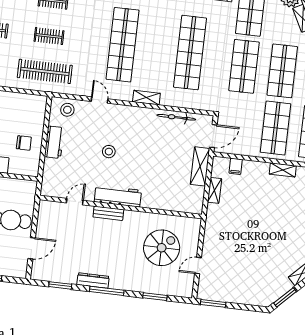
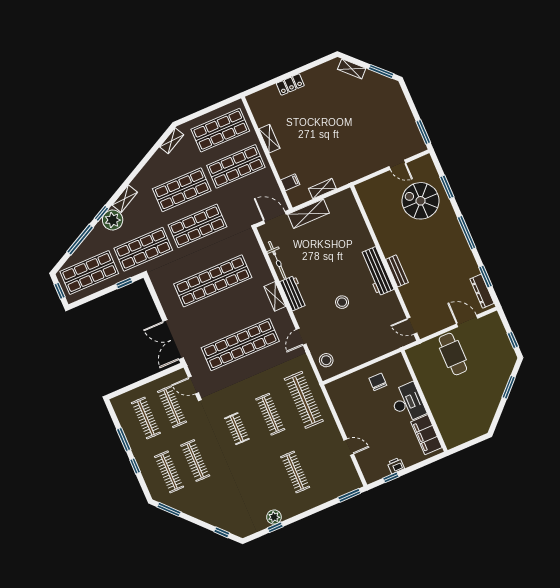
clothes rail: (49, 36) -> (270, 414), width x1.36
workbench: (54, 142) -> (294, 293), moved, turned 90
door: (75, 202) -> (412, 326), moved
spiral stairs: (162, 248) -> (421, 201), moved
dresser: (93, 280) -> (482, 291), moved

